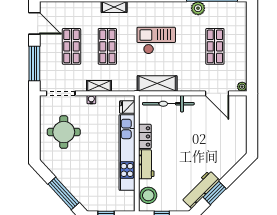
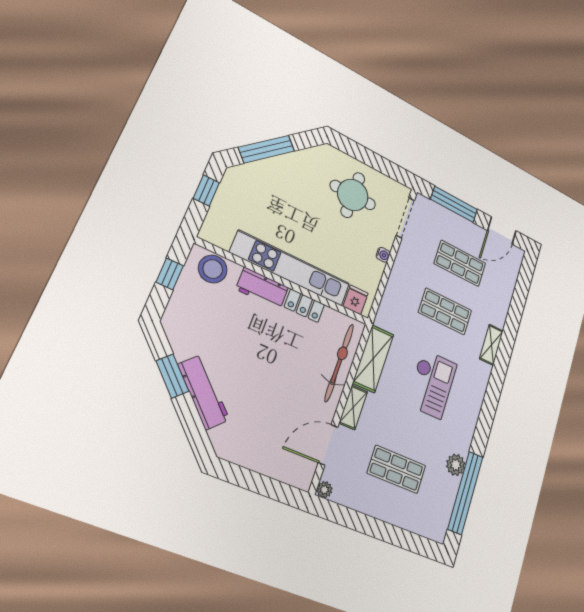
shelving: (99, 86) -> (353, 407), moved
workbench: (200, 189) -> (204, 392), moved

